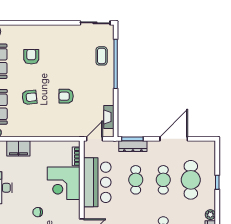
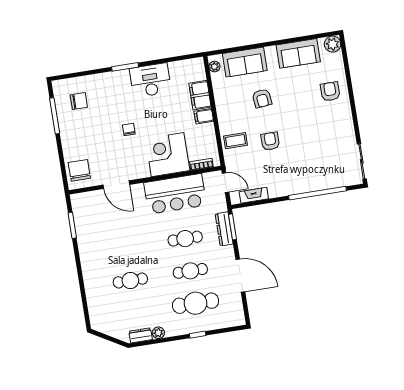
coffee table: (102, 56) -> (235, 141), moved
armchair: (31, 57) -> (330, 92), moved, turned -90
filing cabinet: (36, 148) -> (204, 116), added

